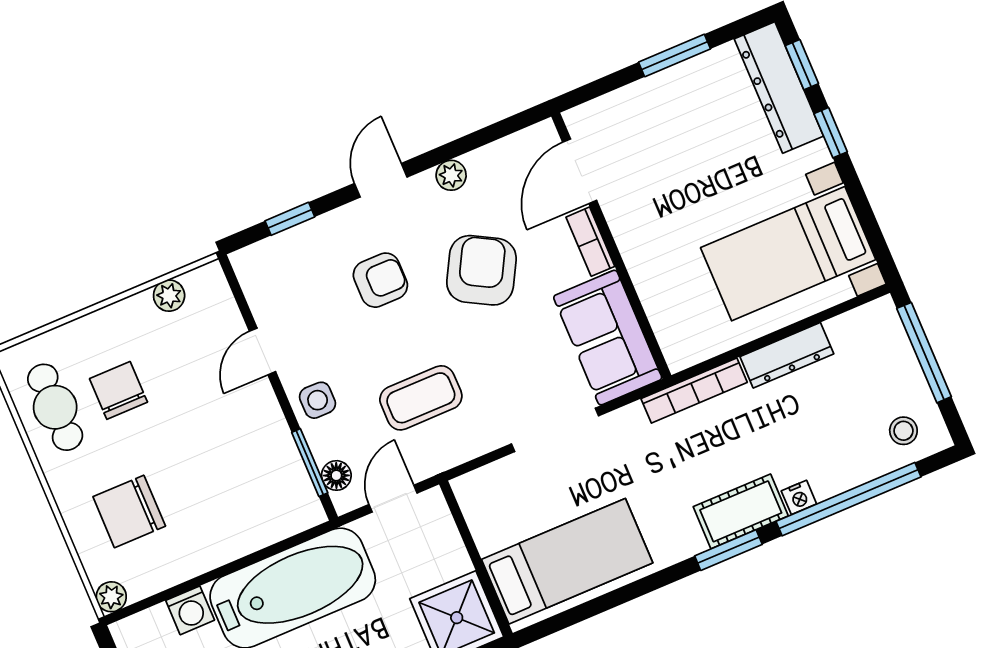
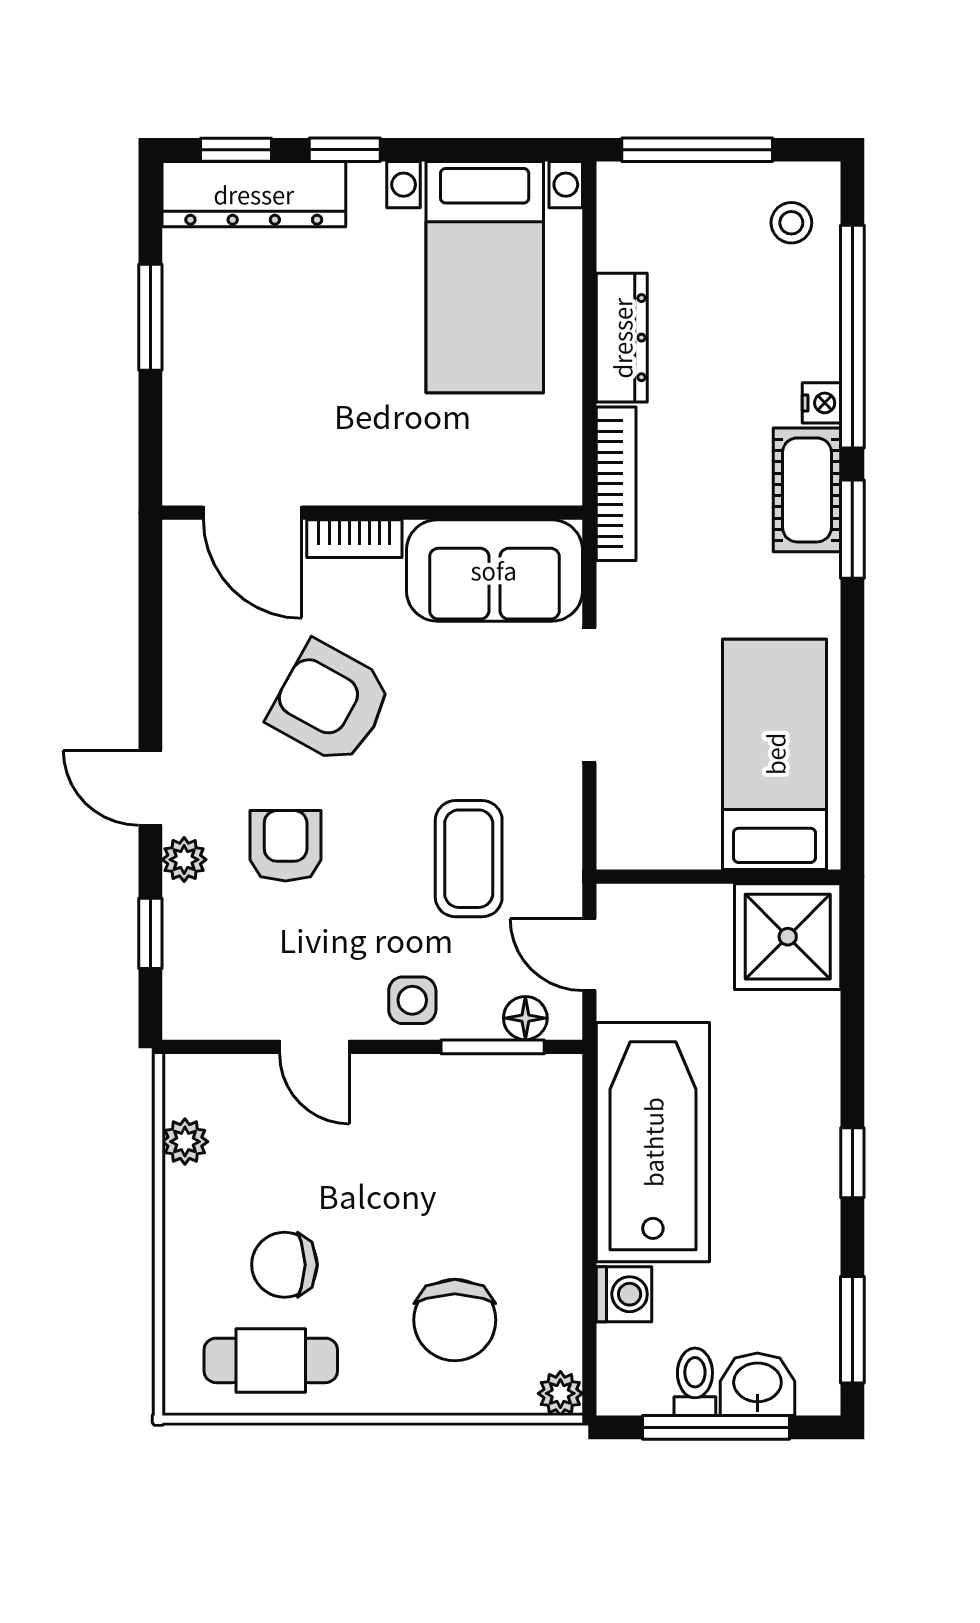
plant: (451, 175) -> (184, 860), moved

